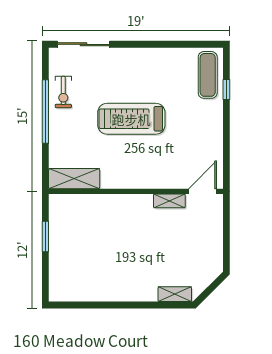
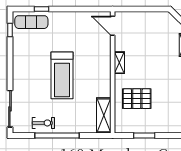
window: (196, 44) -> (10, 30), added
shelving: (169, 201) -> (119, 63), moved
pallet: (98, 226) -> (137, 99), added

